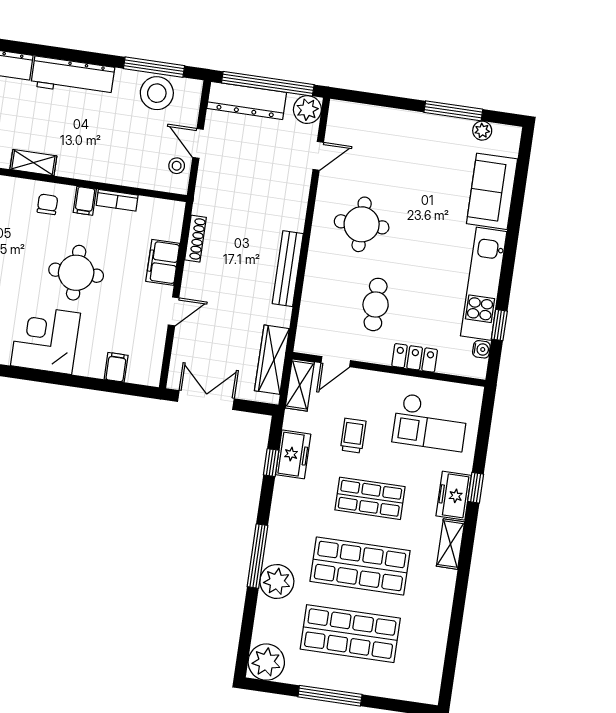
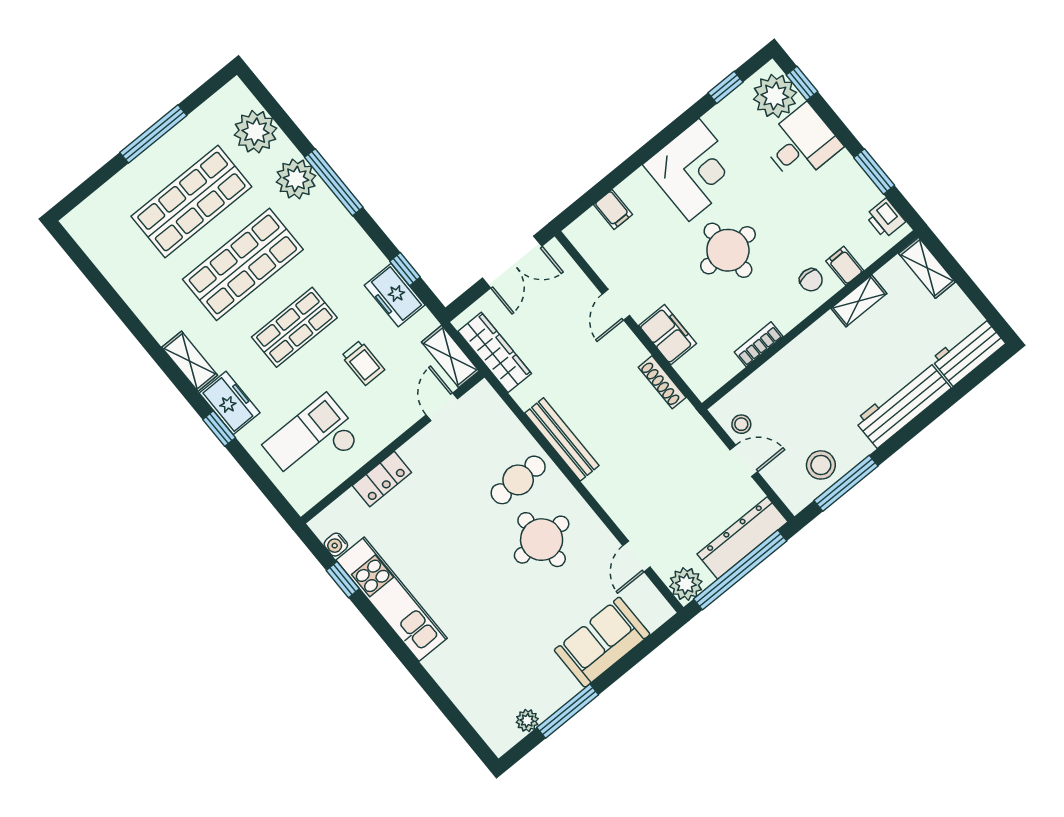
stool: (157, 93) -> (821, 465), width x0.73, depth x0.73
sofa: (492, 191) -> (602, 642), moved, turned -90
filing cabinet: (85, 201) -> (845, 266), moved
cafe table: (376, 304) -> (518, 480), moved, turned 90
plant: (266, 662) -> (256, 132), moved

